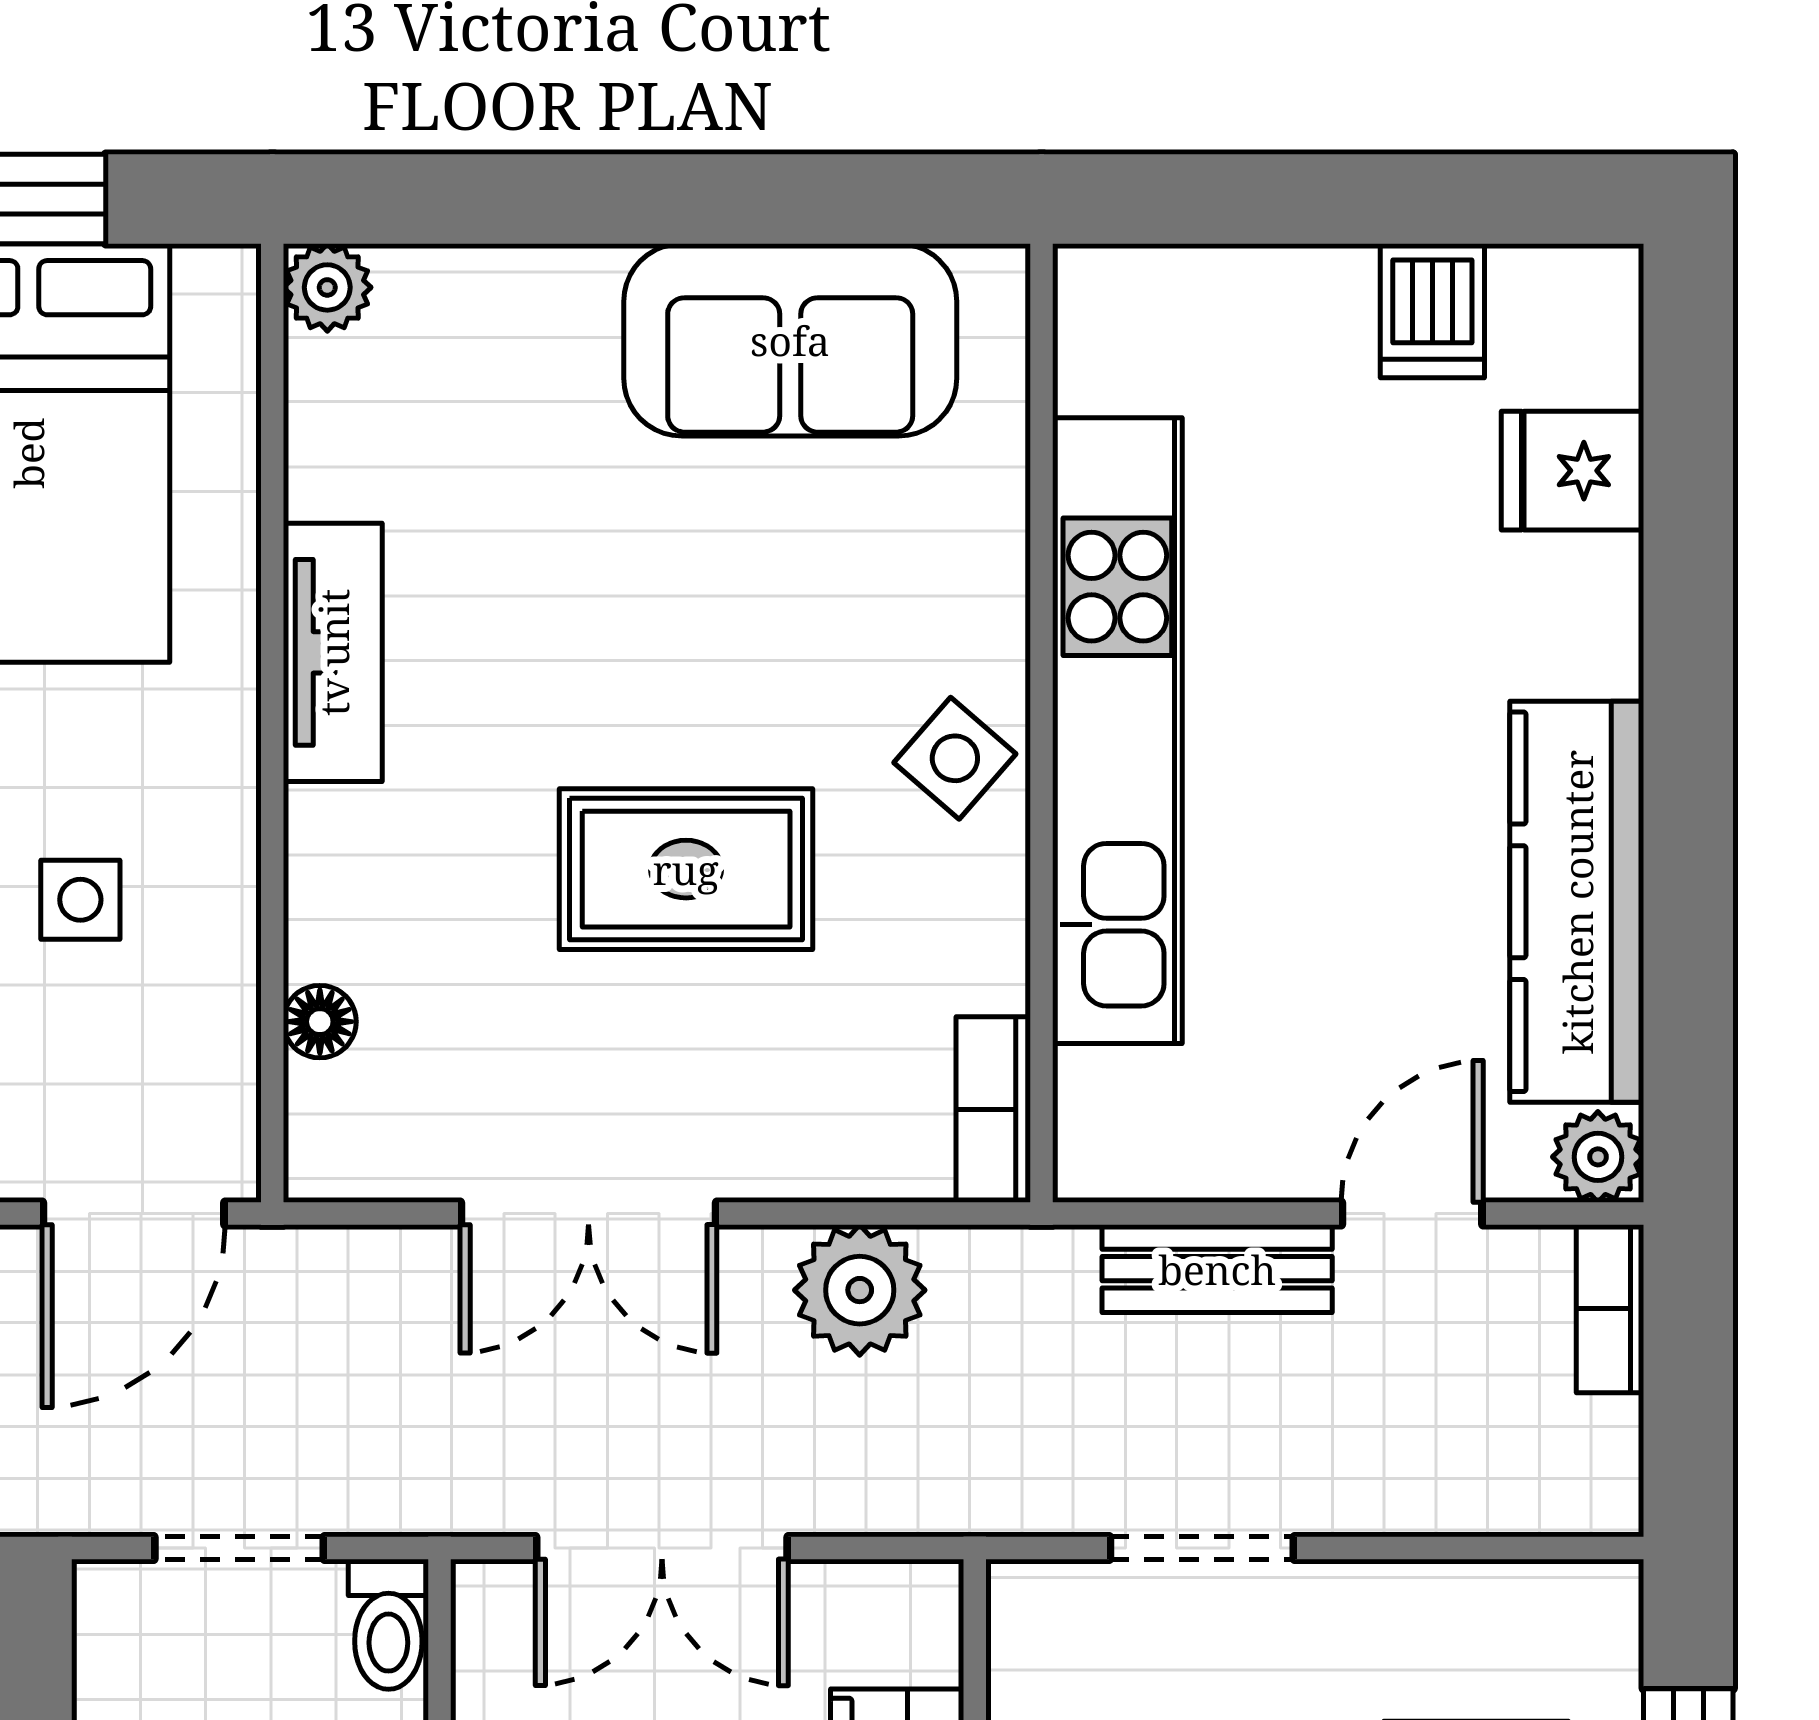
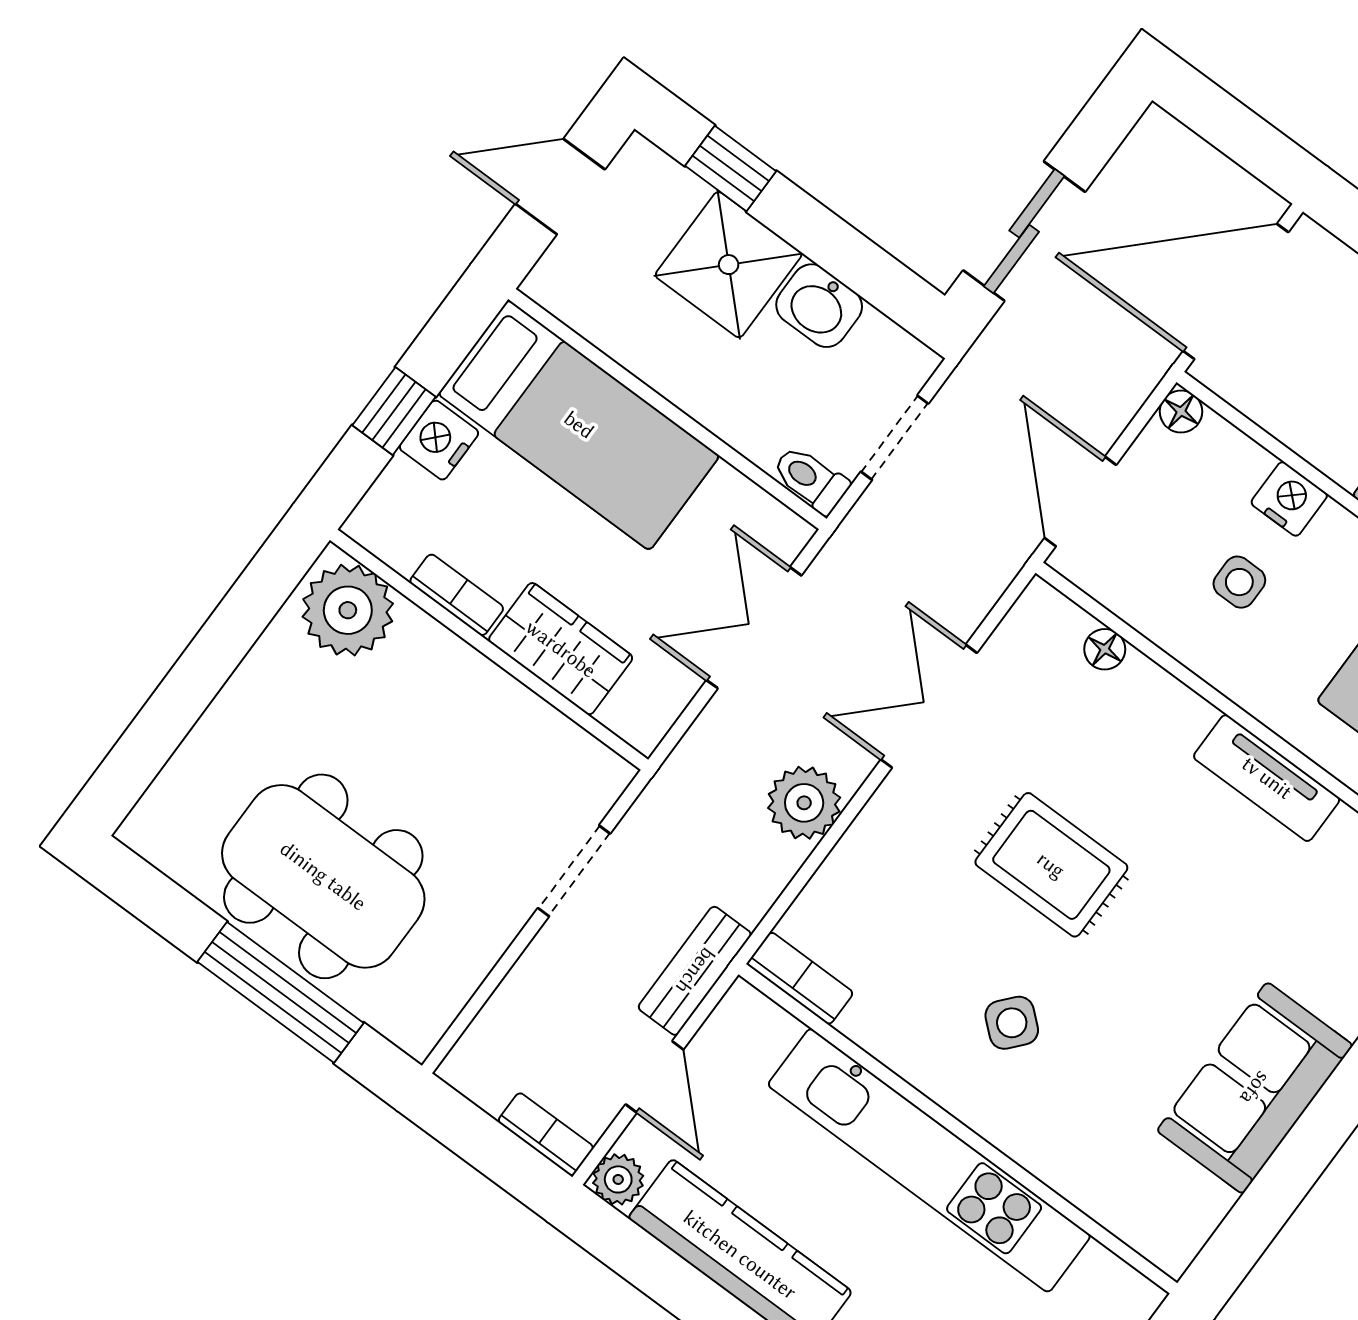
wall: (1042, 723) -> (958, 1129), moved
kitchen unit: (1117, 731) -> (929, 1160), moved
rug: (686, 869) -> (1051, 865), turned 90
bookcase: (993, 1110) -> (800, 978), moved

